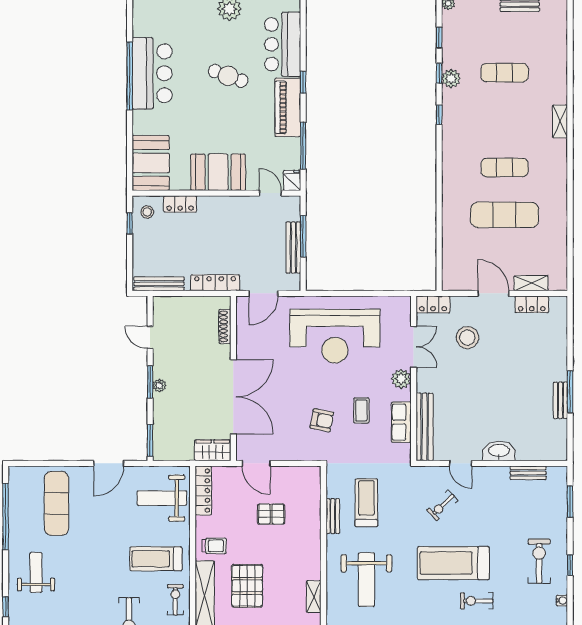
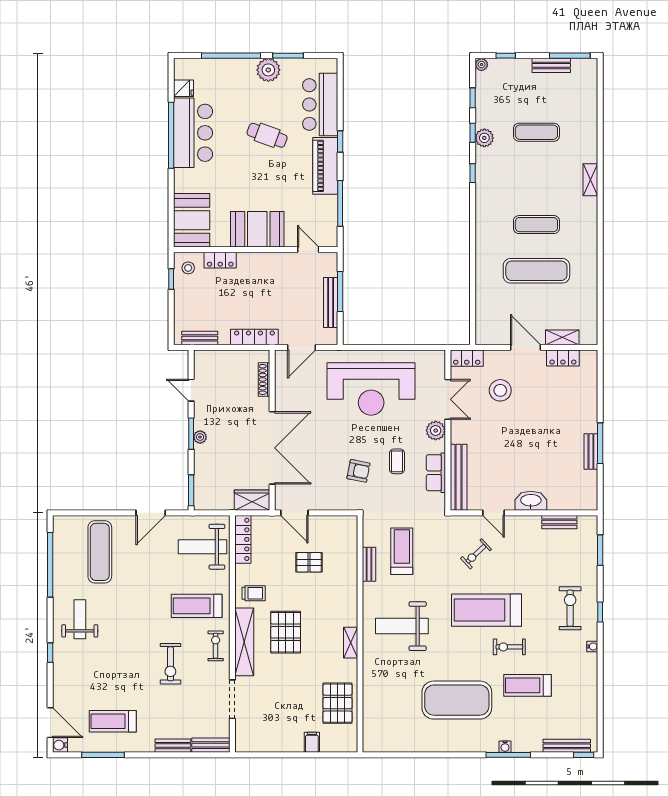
fridge: (292, 180) -> (184, 88), moved, turned 90
bench: (159, 284) -> (200, 338), width x0.73
weight bench: (366, 580) -> (402, 626), turned 90

